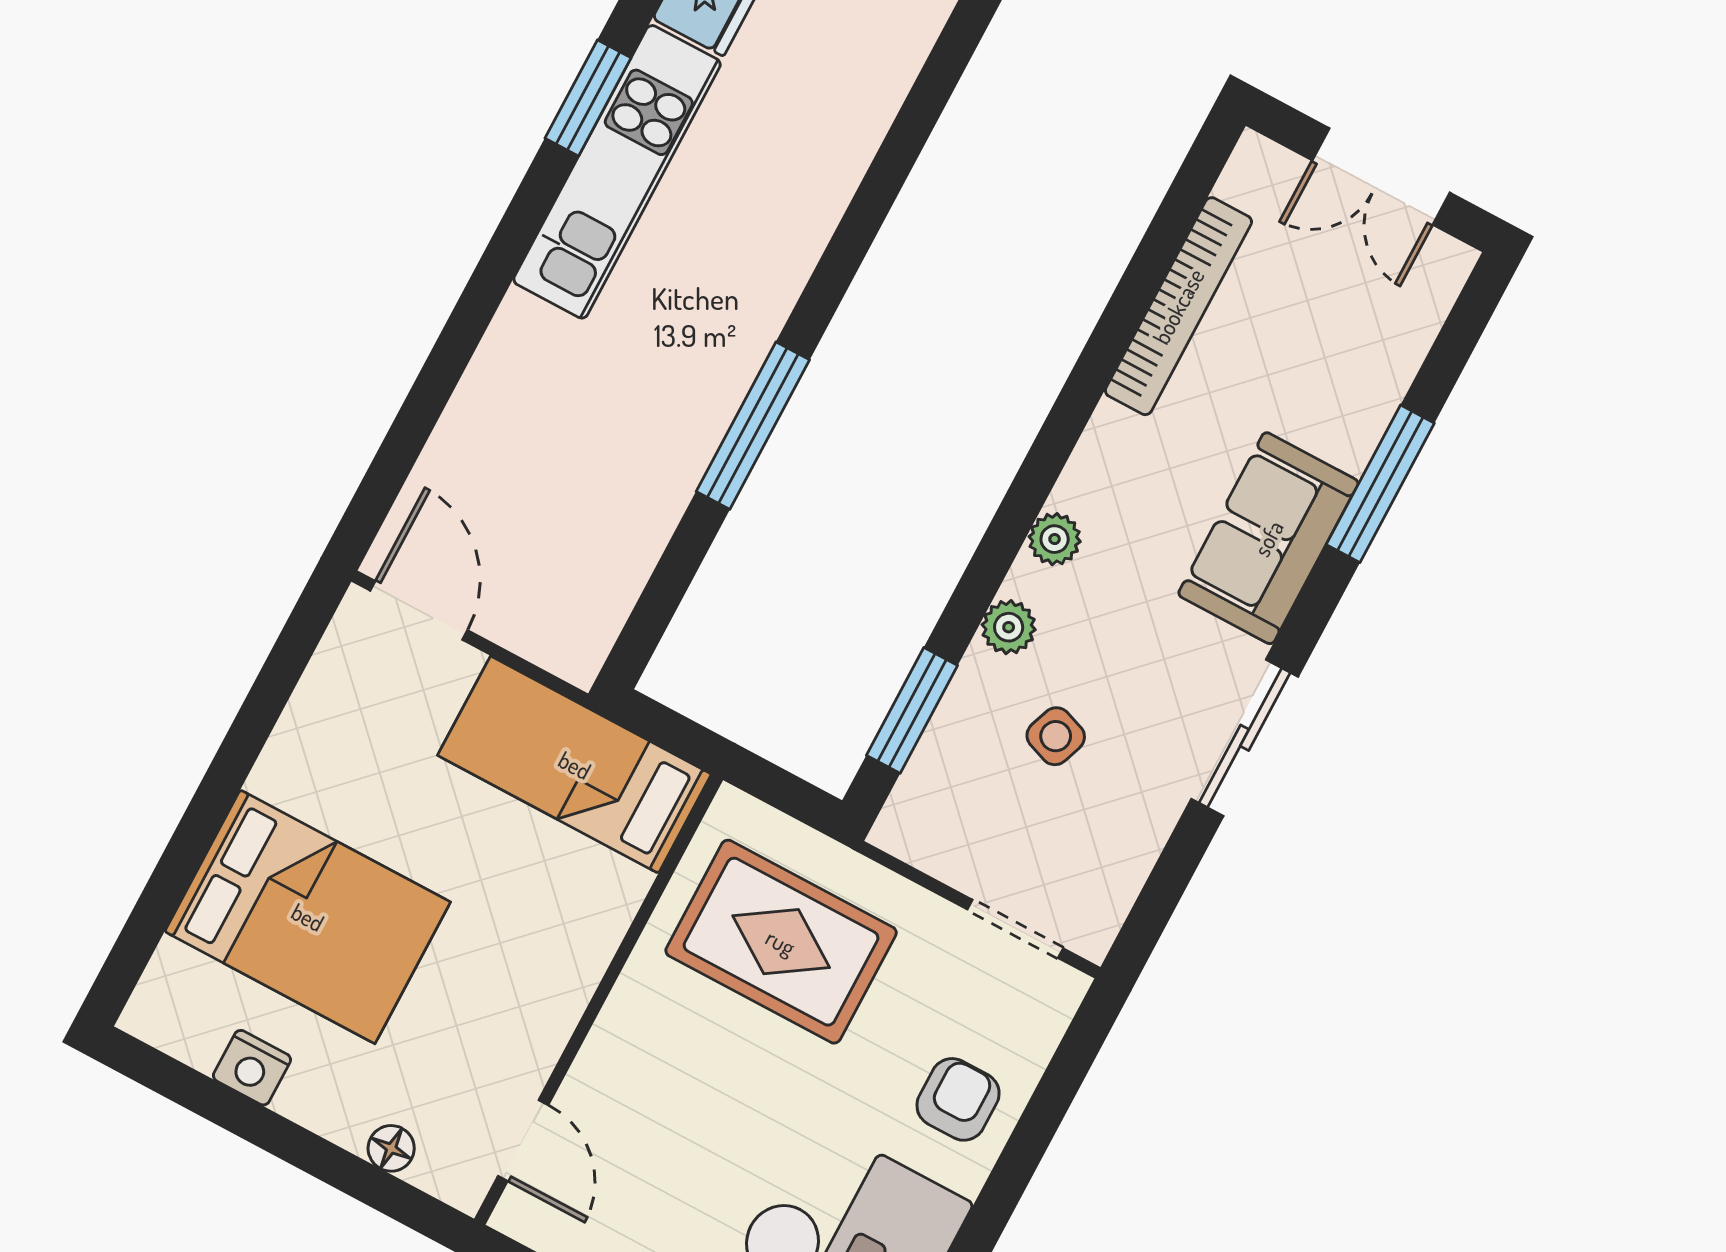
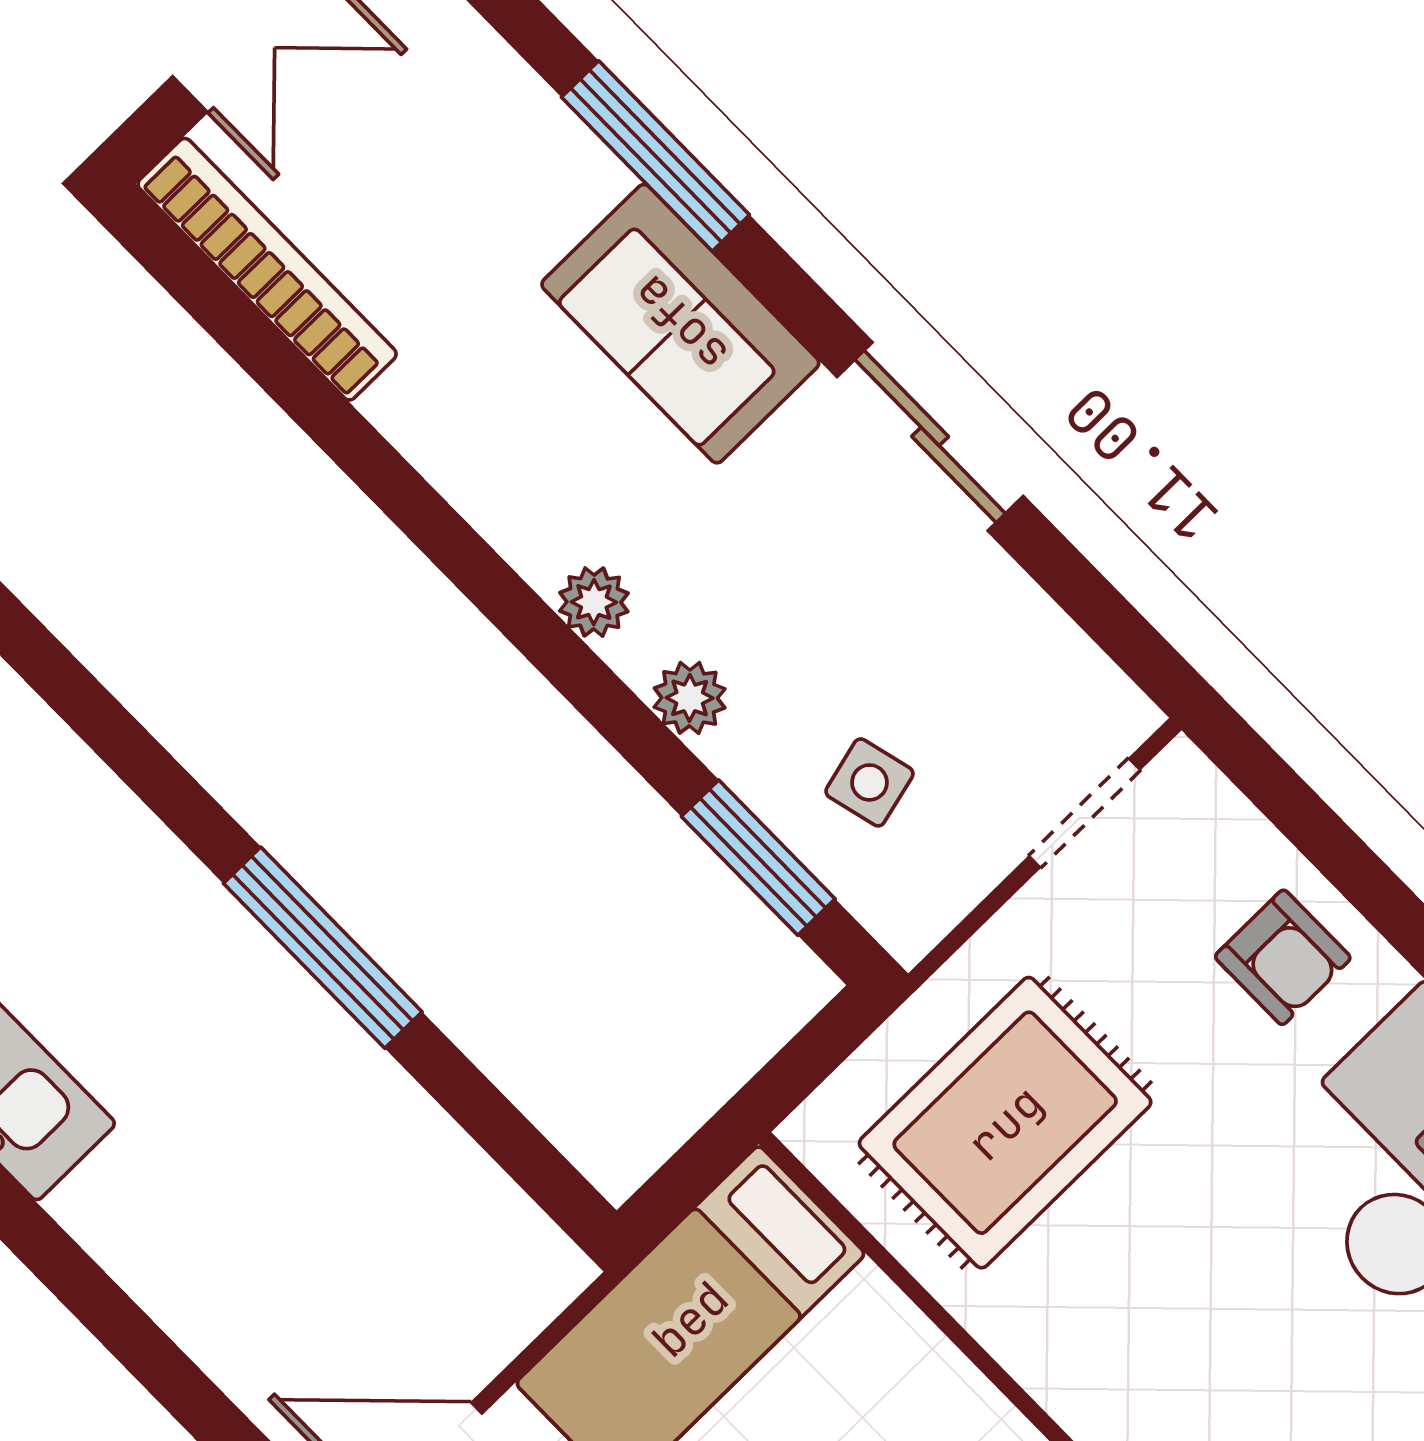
bookcase: (1178, 306) -> (267, 269), moved
side table: (1056, 736) -> (869, 782), moved, turned -34
armchair: (958, 1099) -> (1283, 957), turned 180

